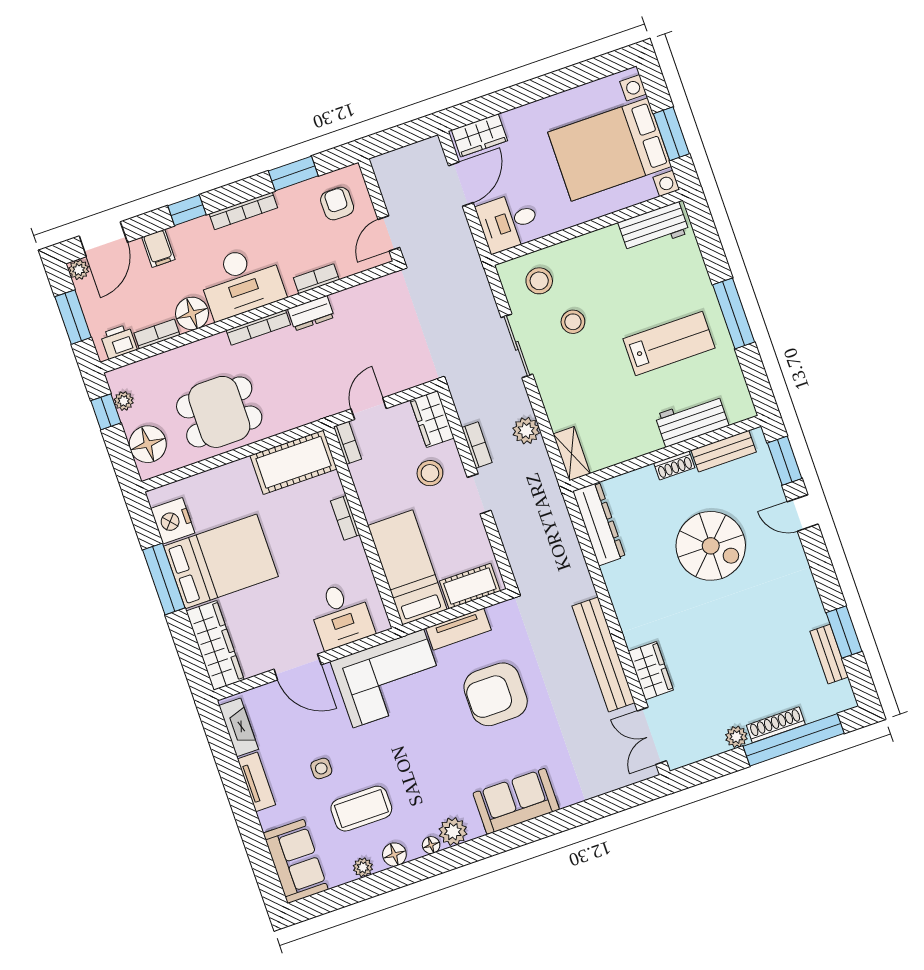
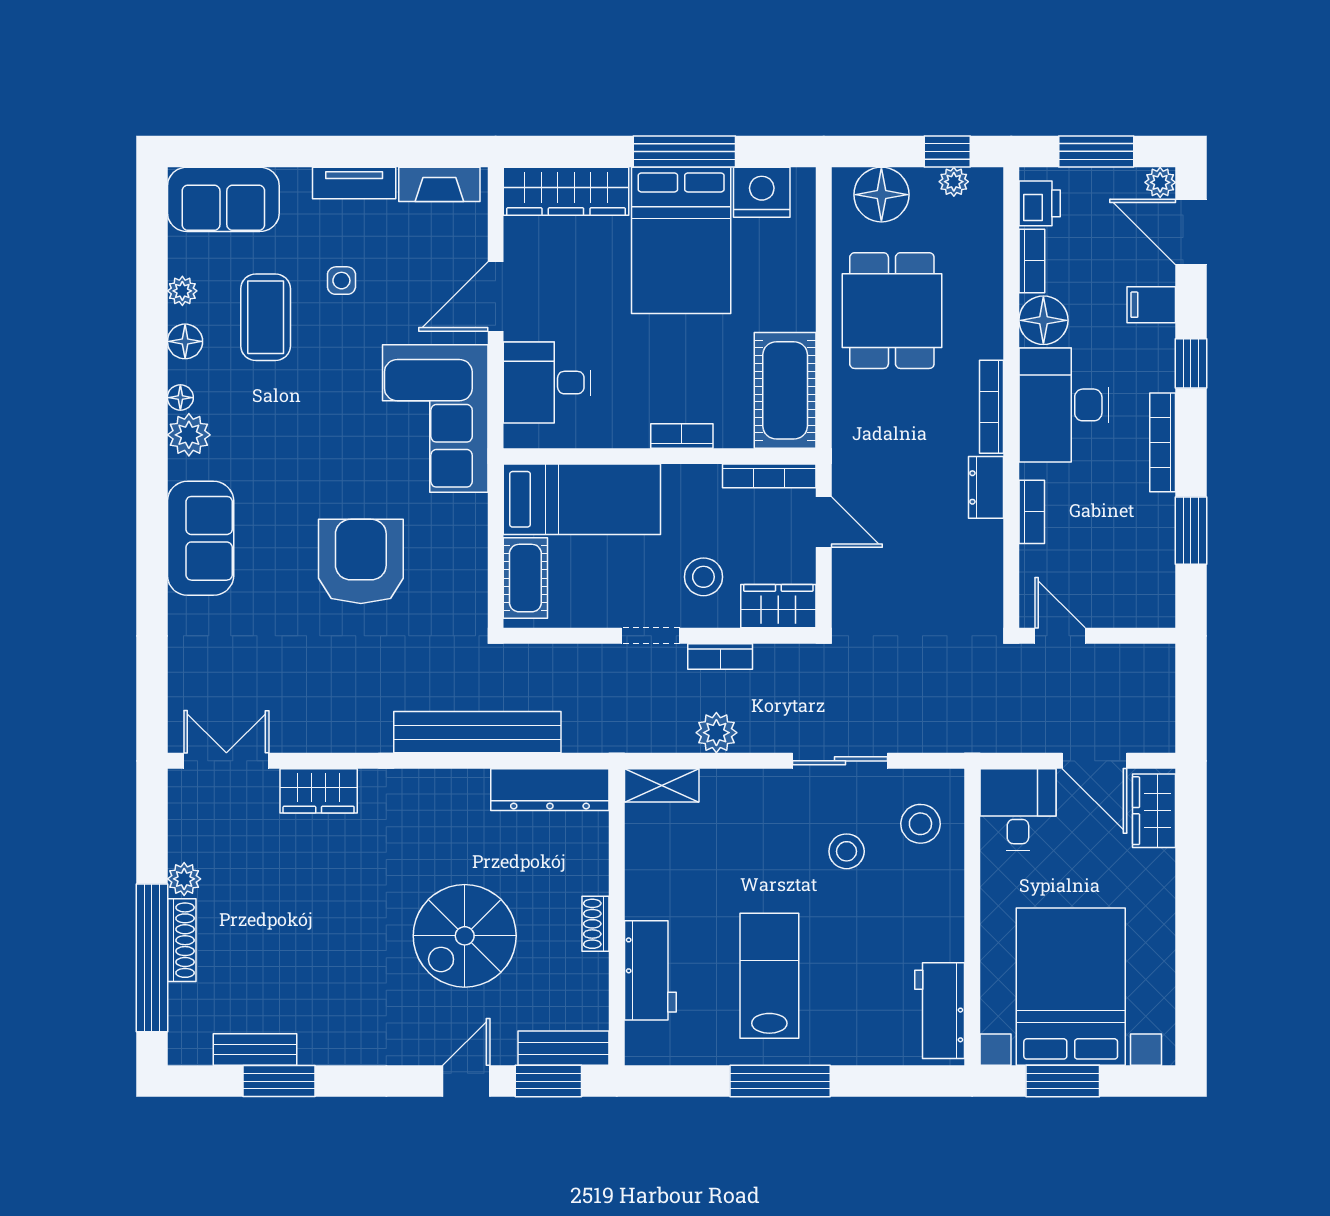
armchair: (337, 204) -> (1127, 577), removed
lab bench: (669, 343) -> (769, 976), turned 180
bookcase: (348, 443) -> (769, 476), width x1.56
bench: (724, 451) -> (563, 1048), moved, turned 90
tv unit: (459, 629) -> (470, 541), removed
bench: (603, 654) -> (477, 732), moved

